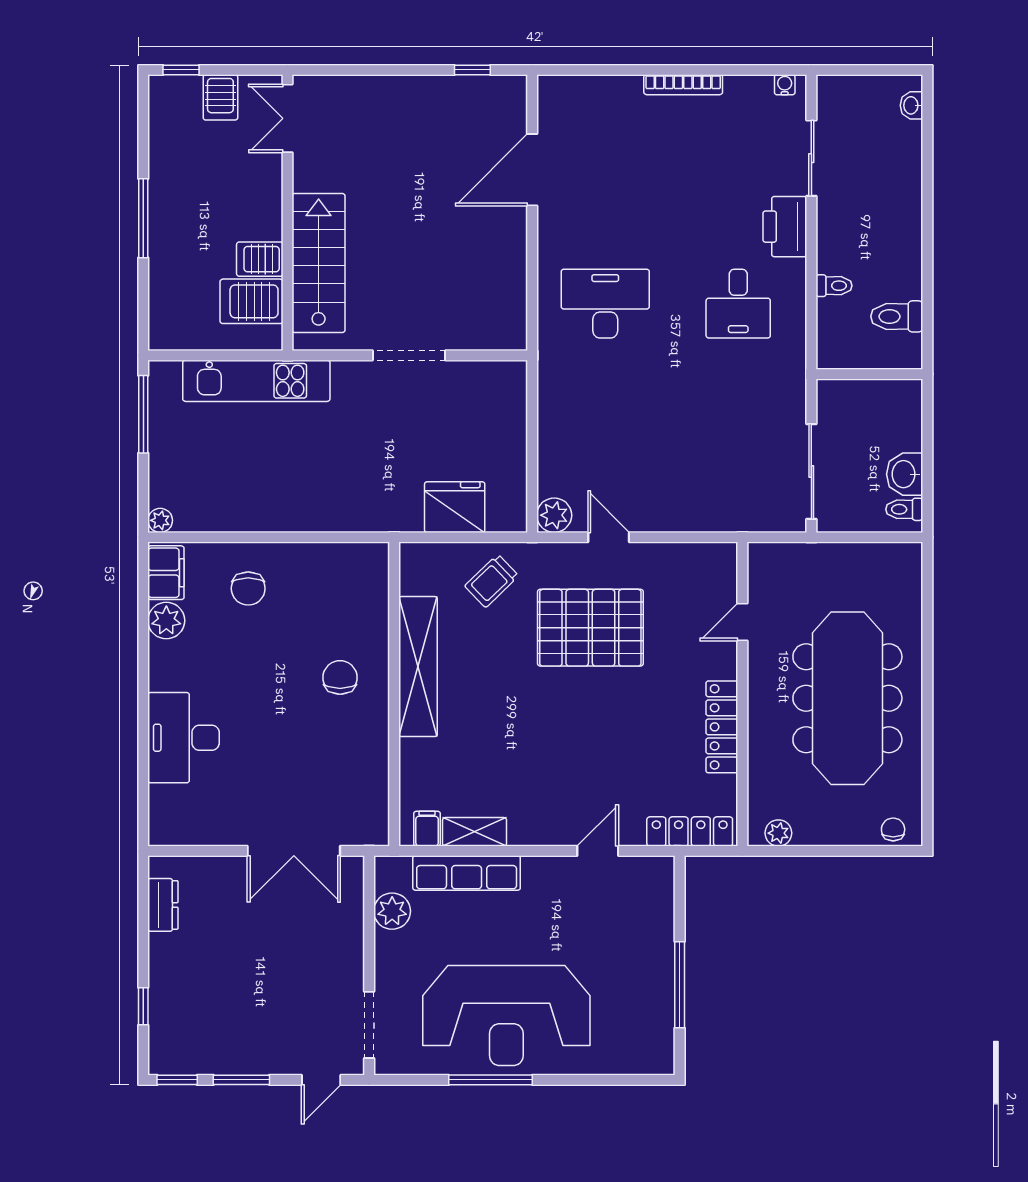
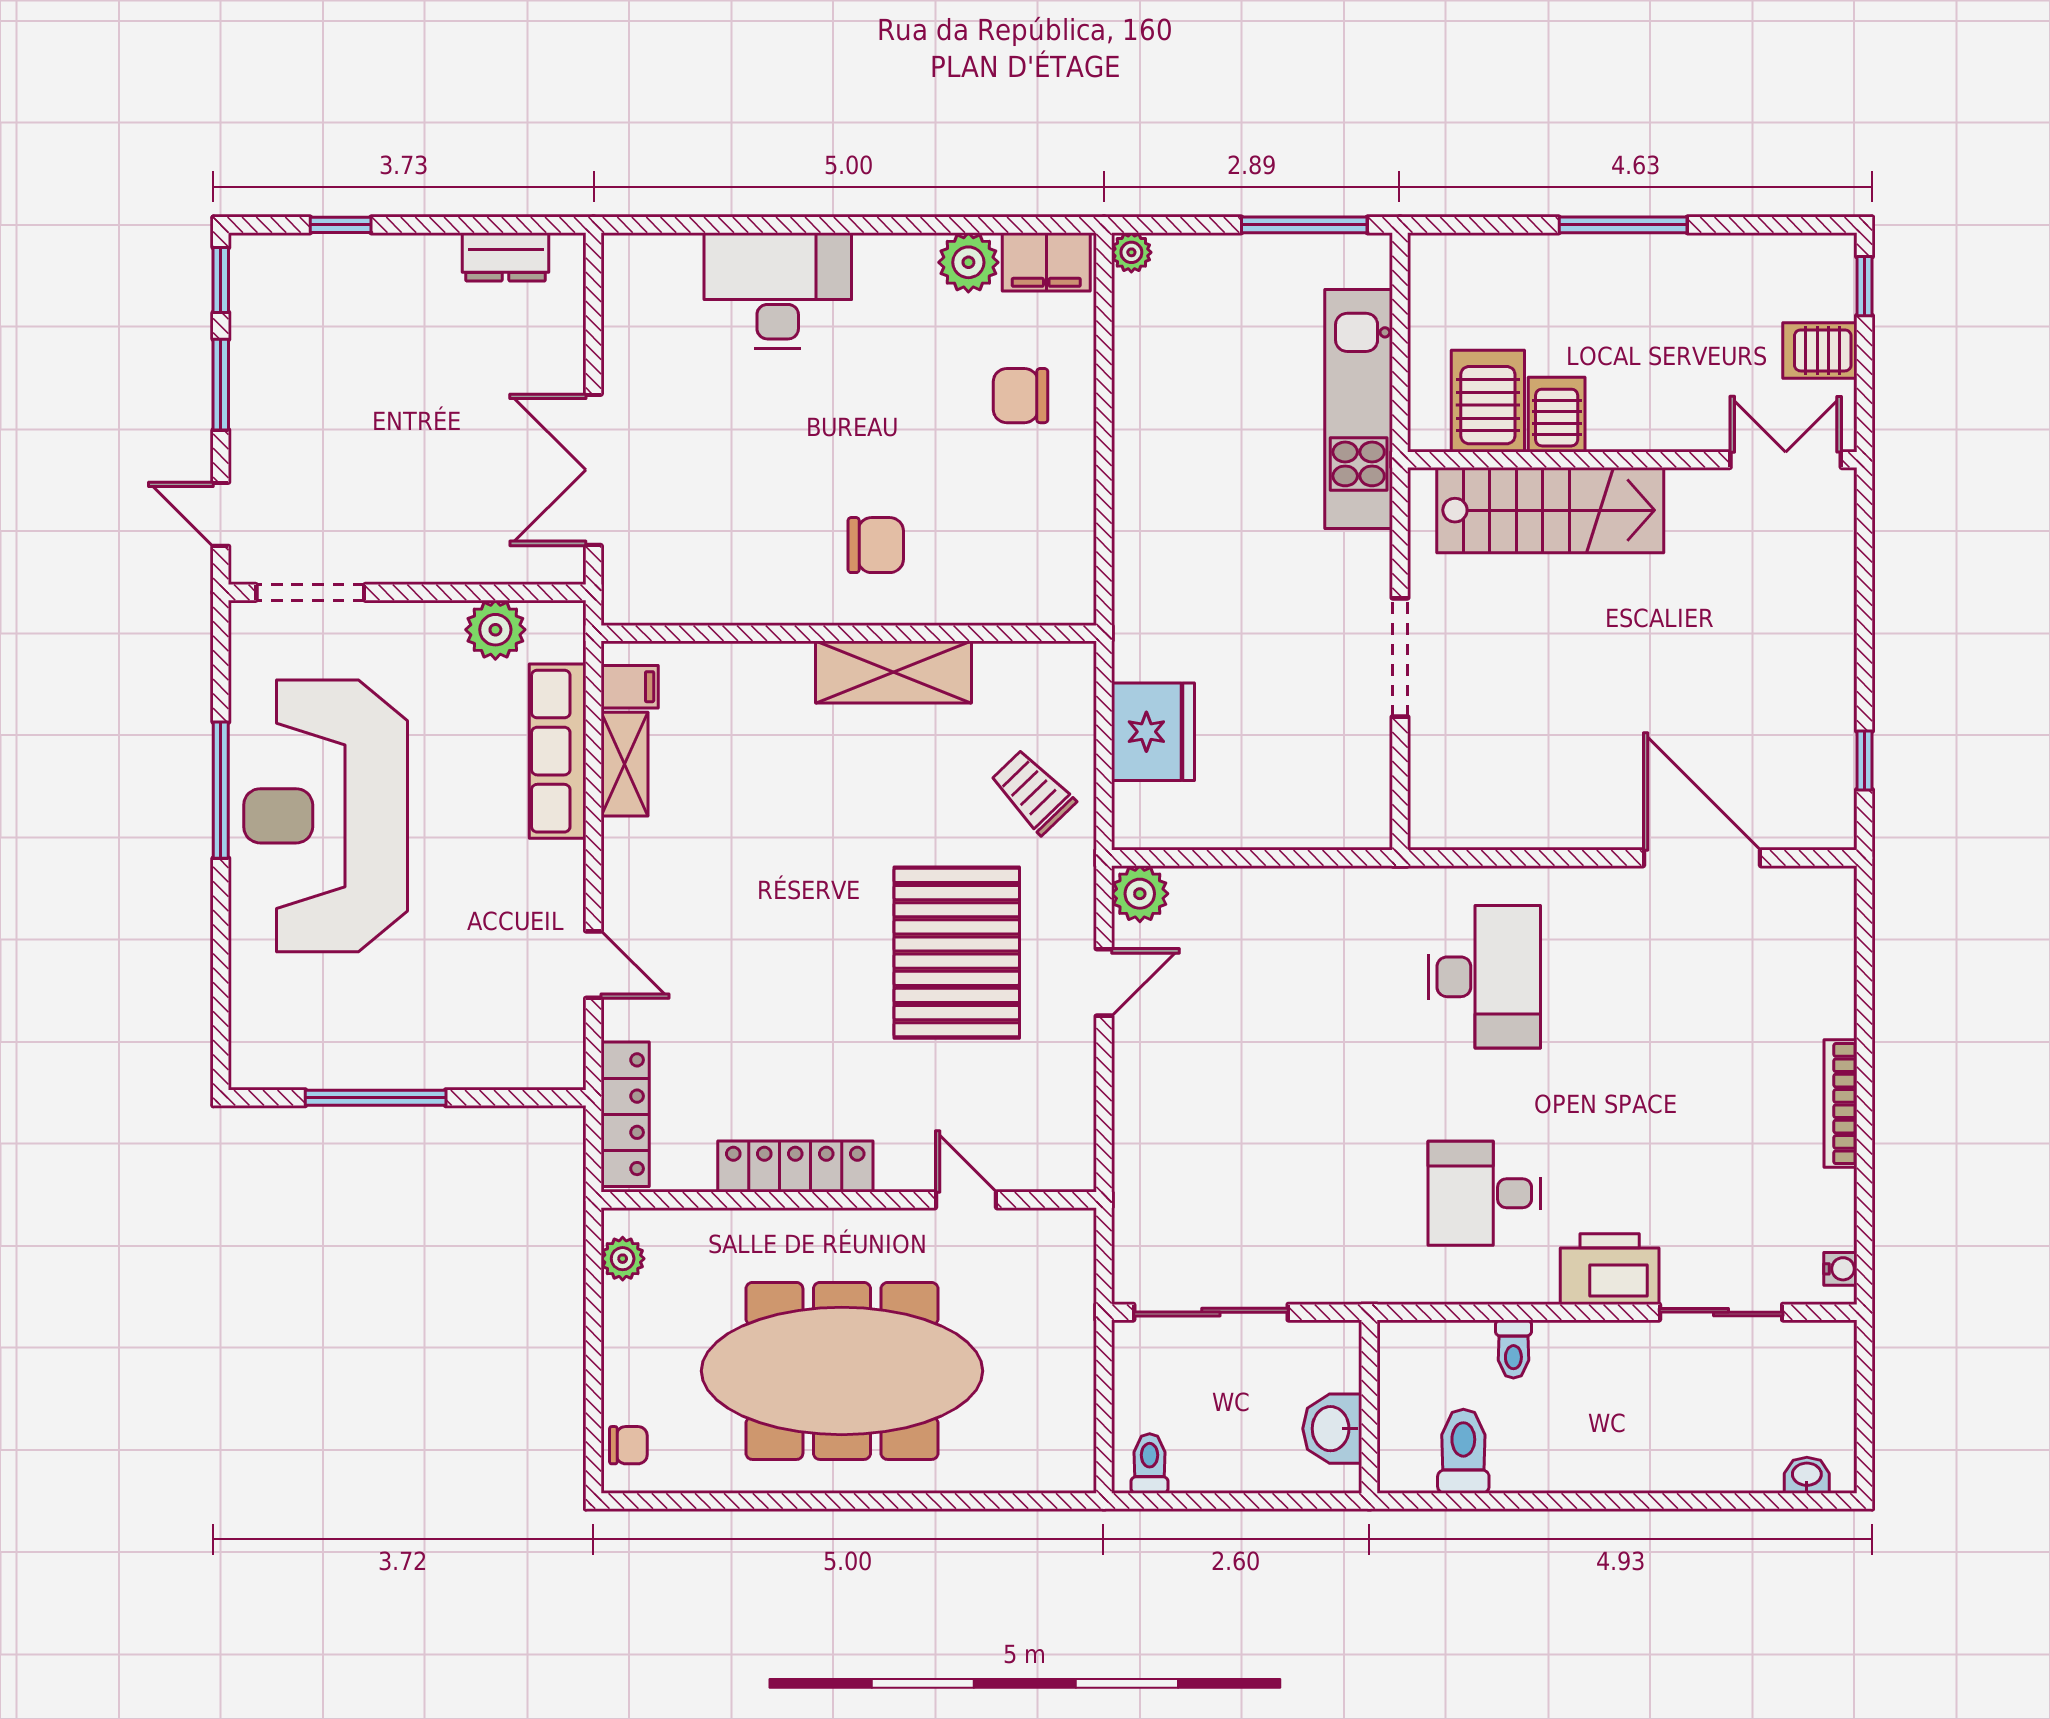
washbasin: (905, 474) -> (1332, 1429), moved, turned -90
shelving: (418, 667) -> (893, 672), width x0.68

